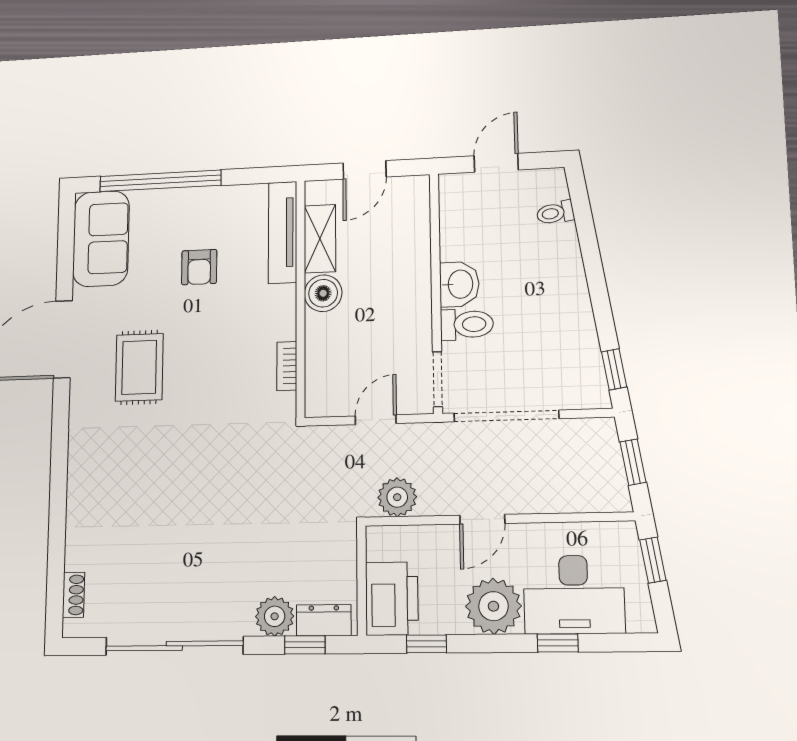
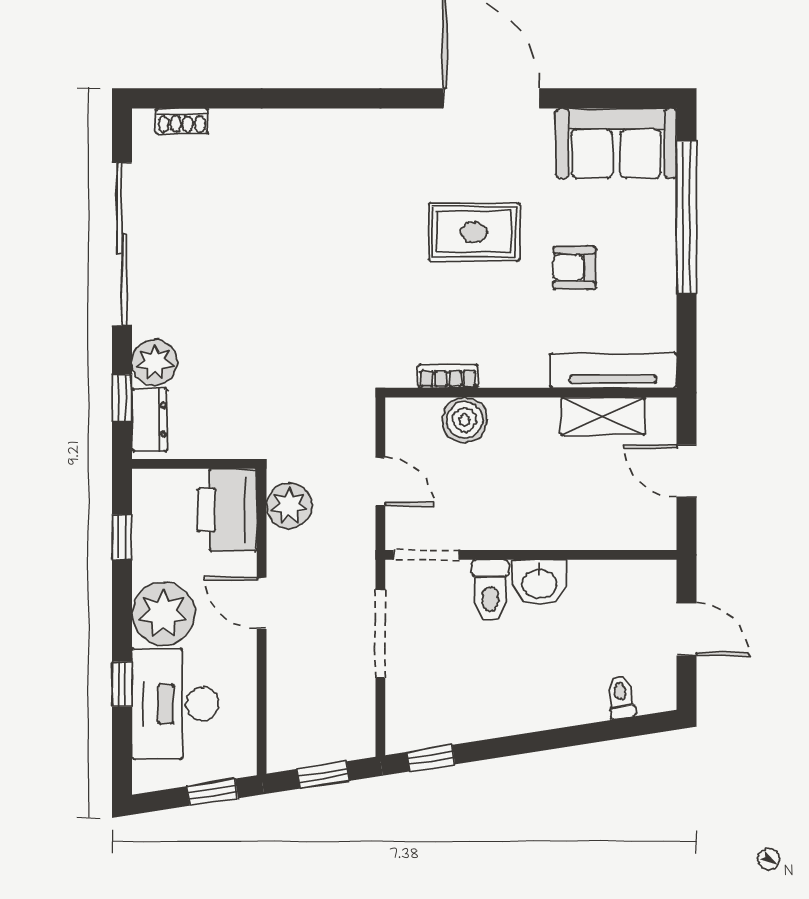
boiler: (323, 293) -> (464, 420), moved
rug: (139, 367) -> (474, 232), moved
doorway: (506, 416) -> (380, 634), width x0.73
printer: (392, 599) -> (227, 510), moved, turned 90

